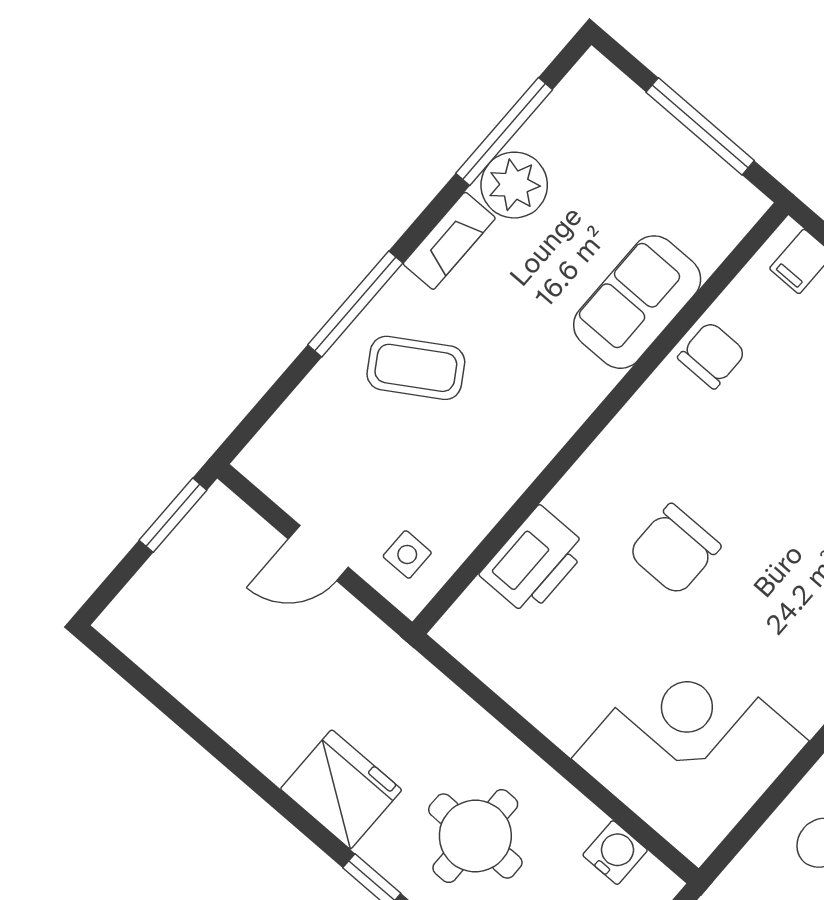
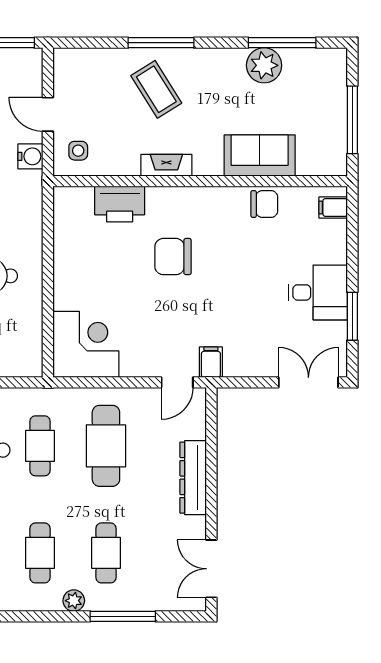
fireplace: (449, 241) -> (166, 165), moved, turned 180
corner desk: (690, 750) -> (86, 344), width x0.74, depth x0.74
water cooler: (615, 853) -> (30, 156), moved

